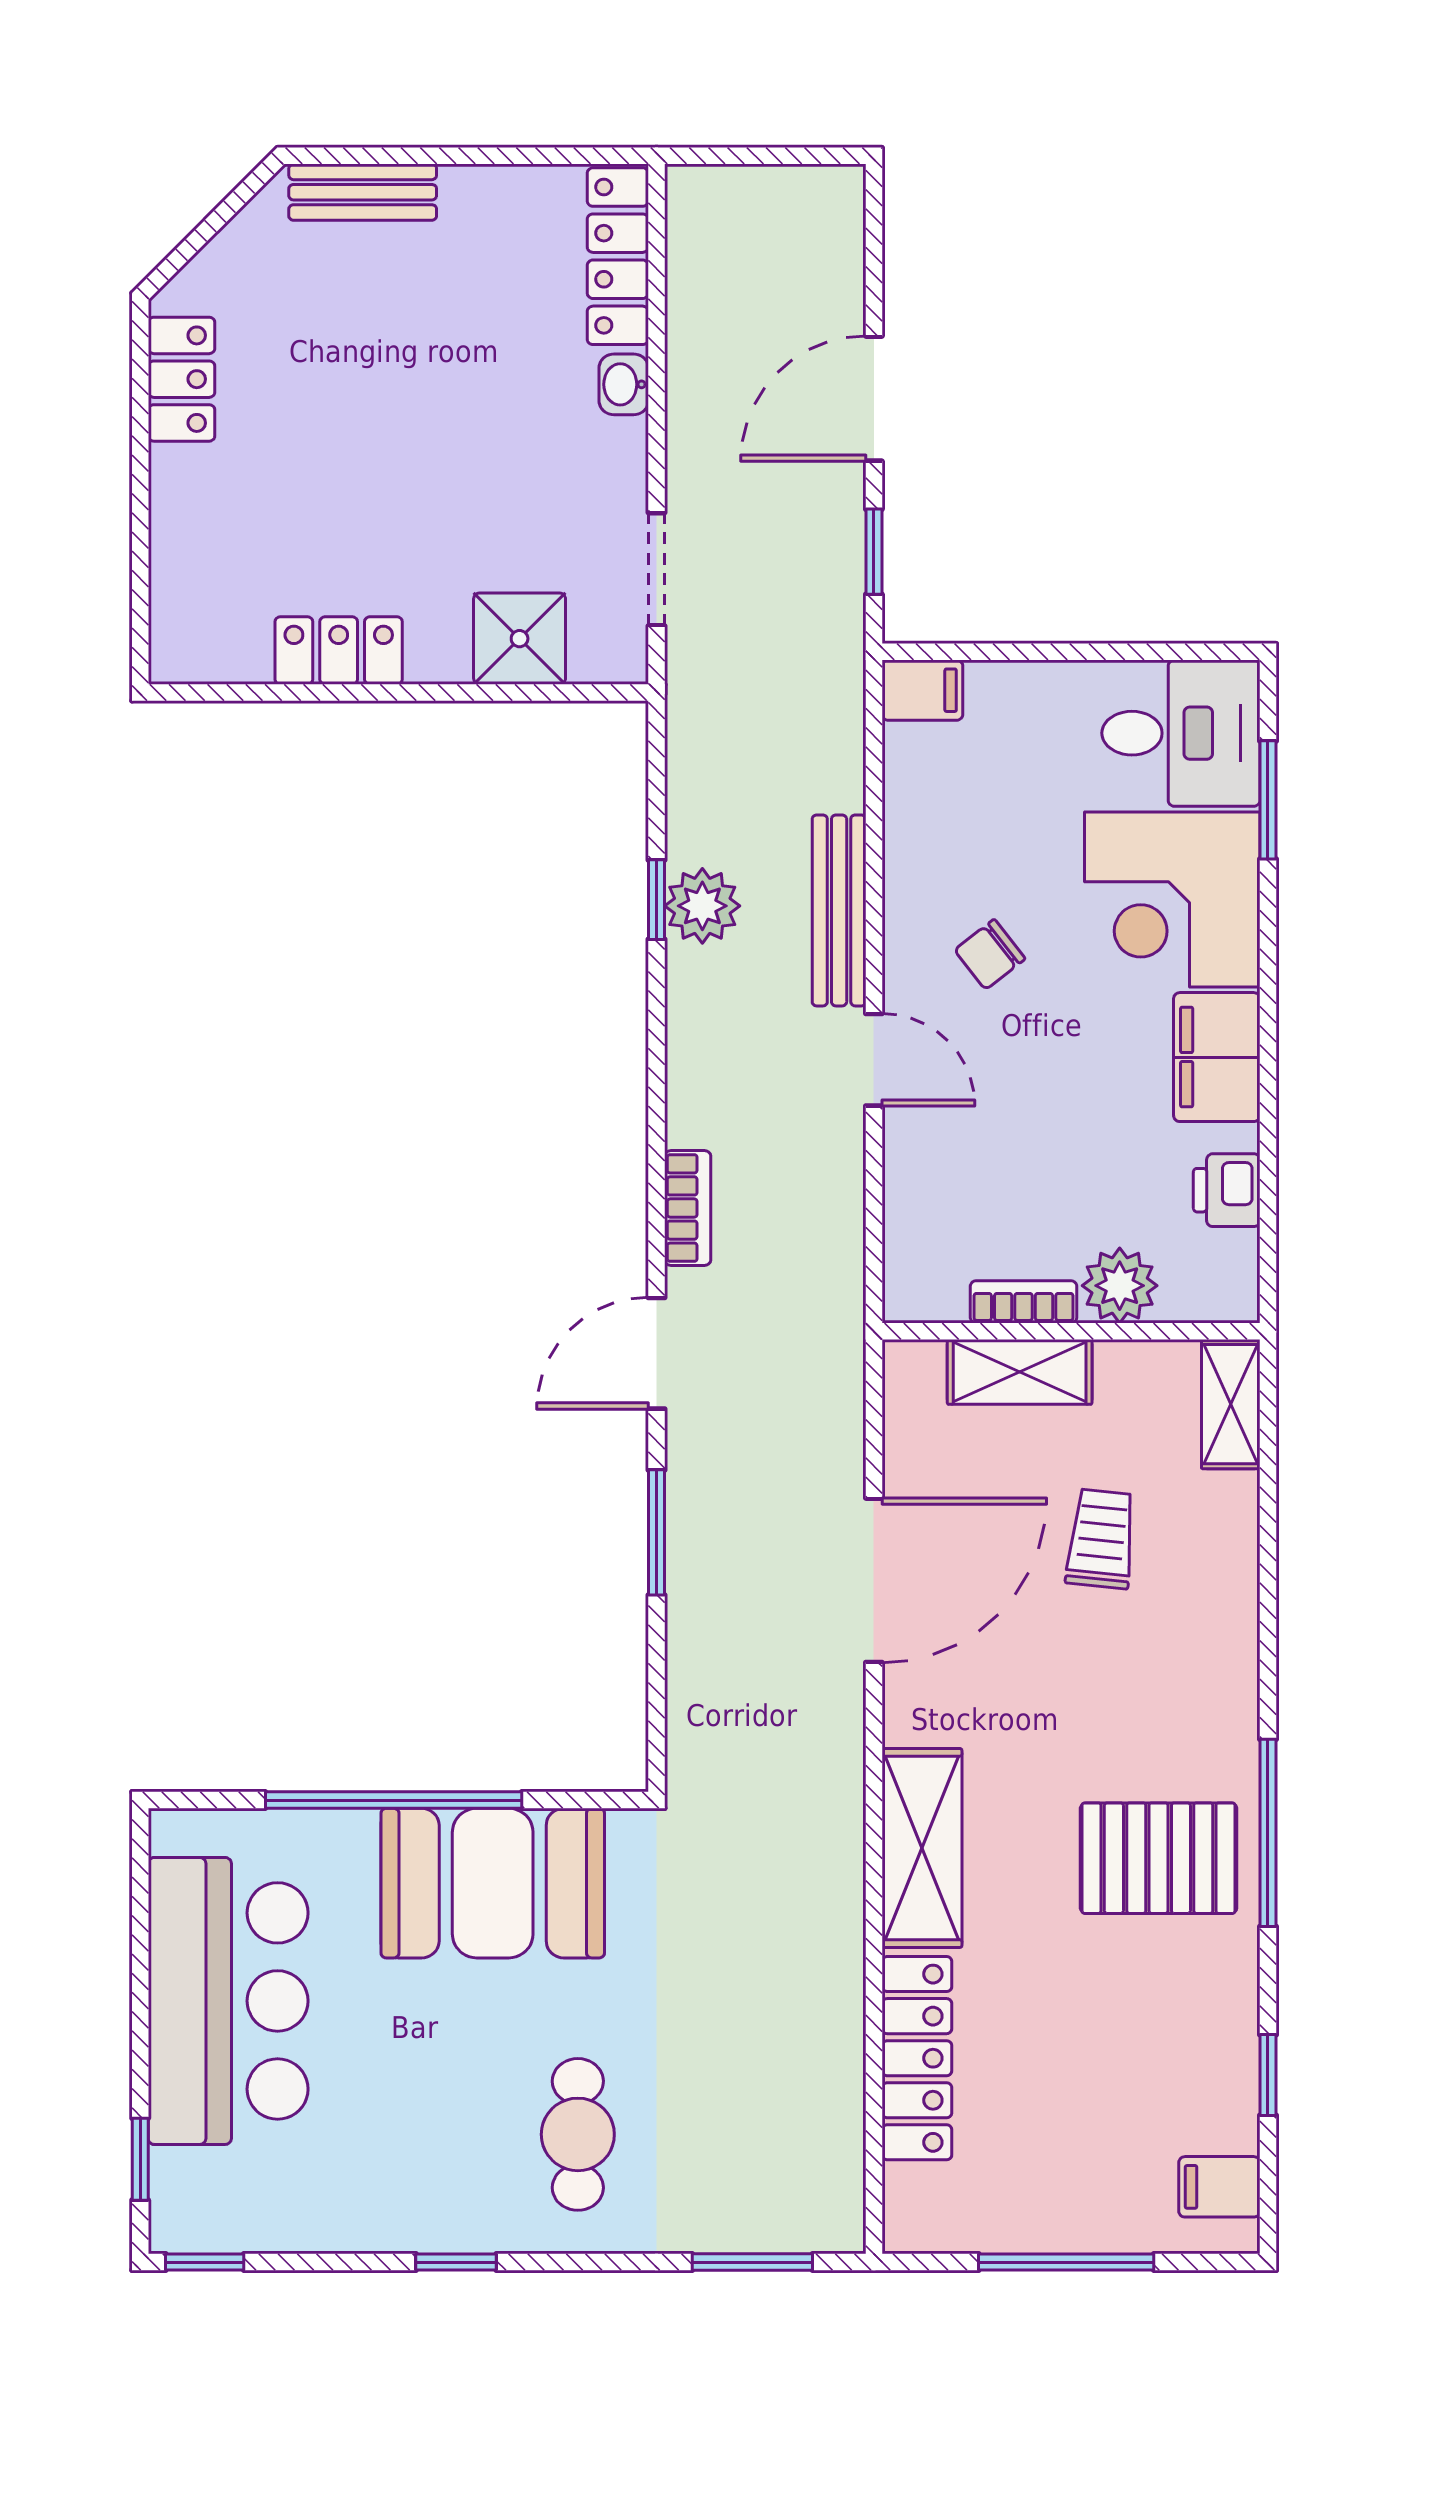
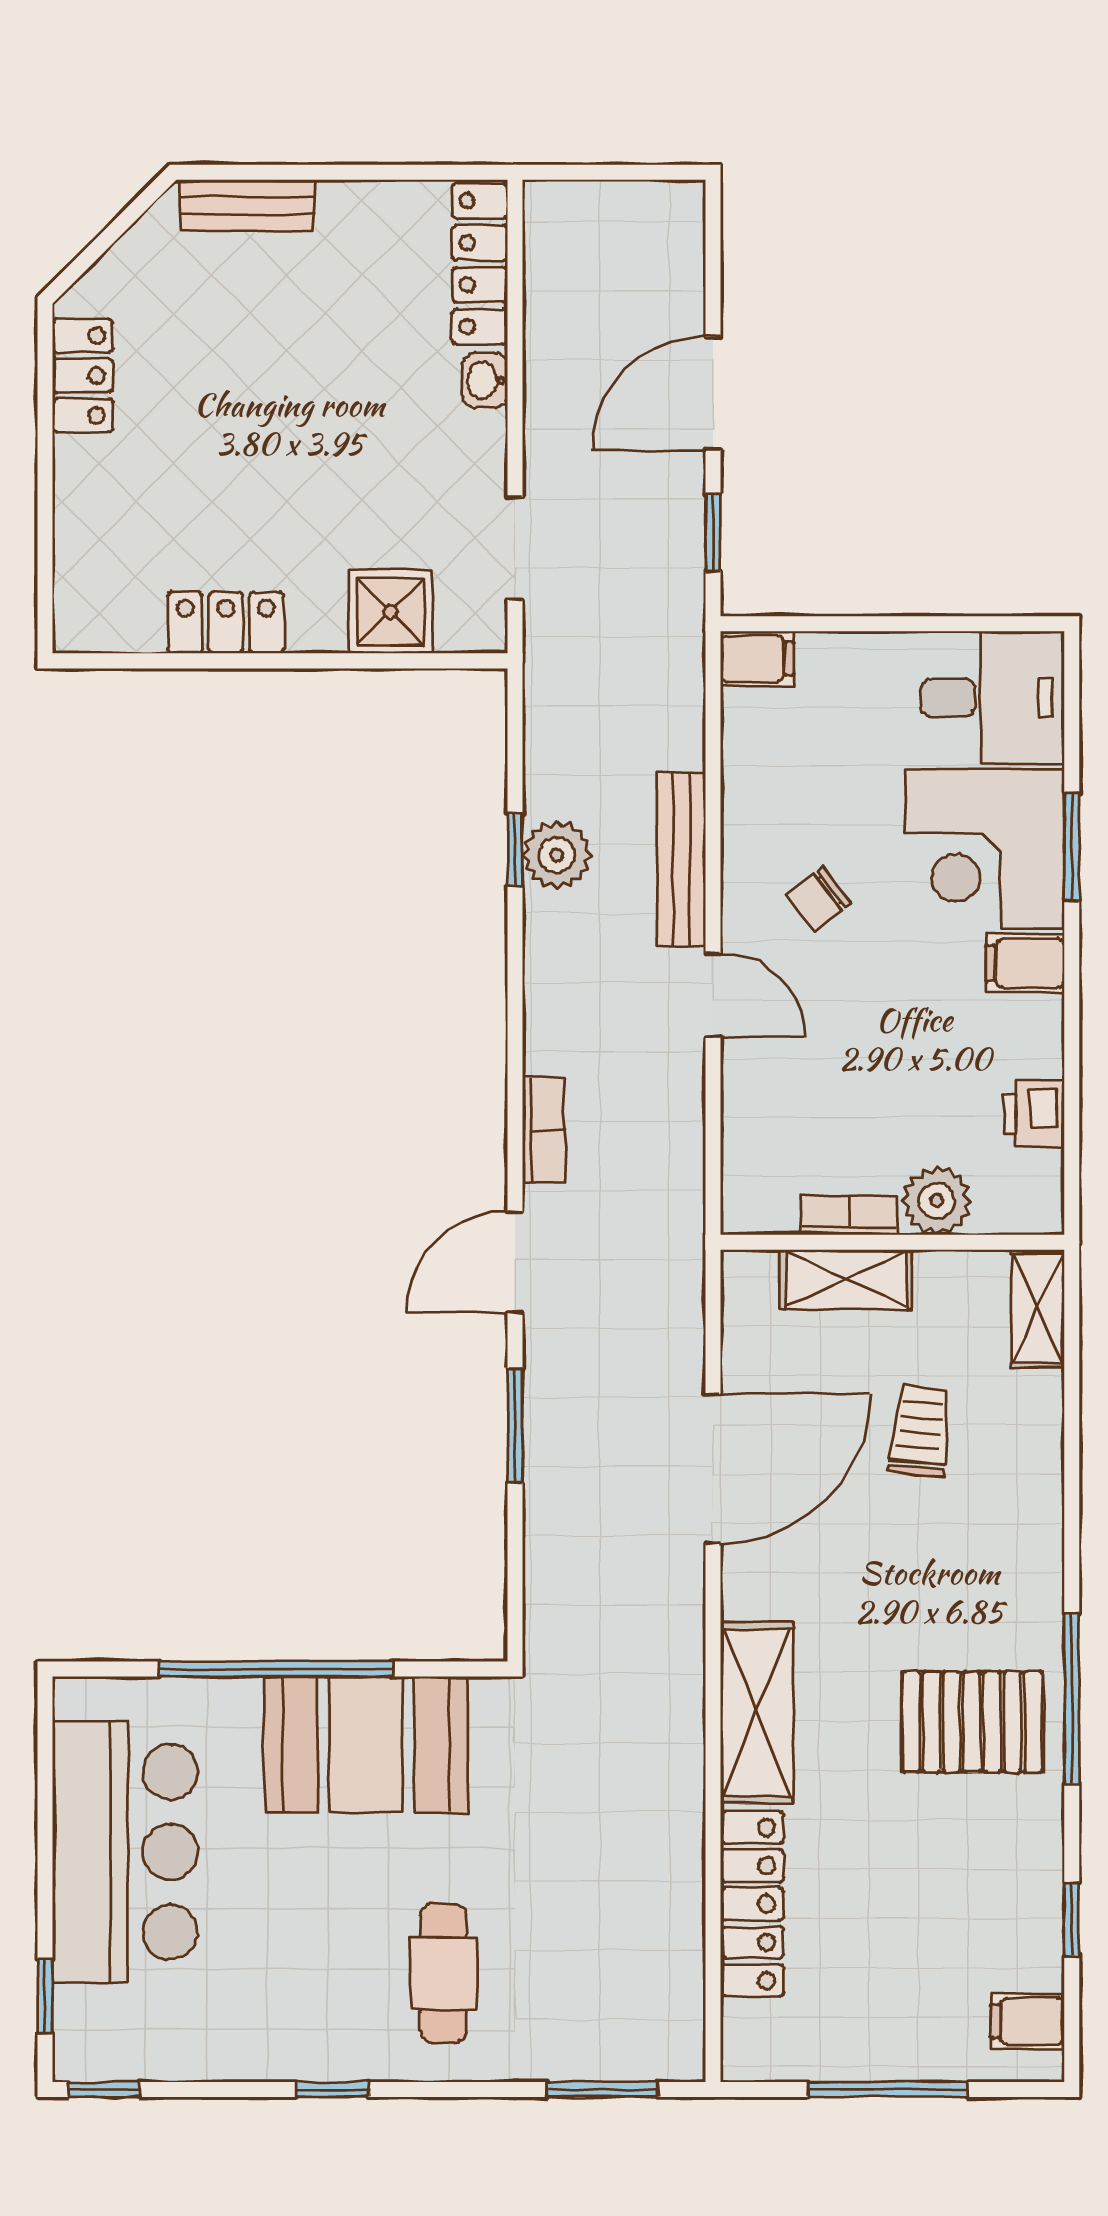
window: (1268, 800) -> (1072, 847), moved
filing cabinet: (1217, 1057) -> (1025, 963), width x0.50

